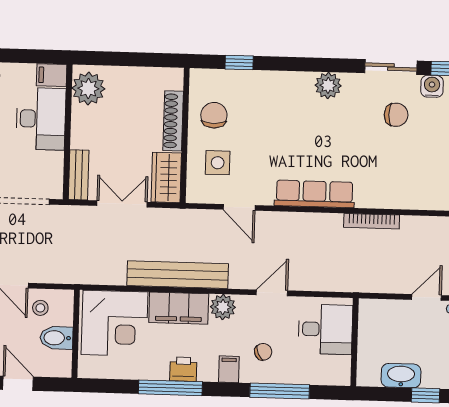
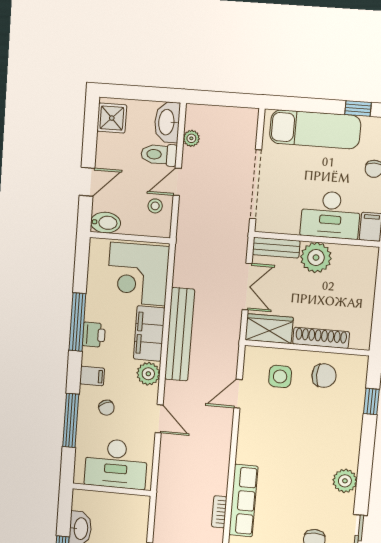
plant: (88, 88) -> (316, 257), moved
row of seats: (314, 194) -> (243, 501), moved
bookcase: (372, 221) -> (219, 512), width x0.64
desk: (325, 329) -> (116, 464), width x1.37
bidet: (56, 338) -> (105, 223), moved, turned 90

